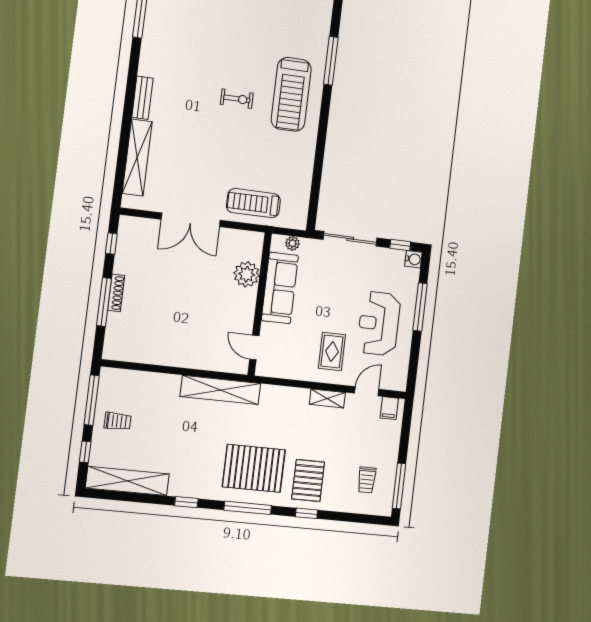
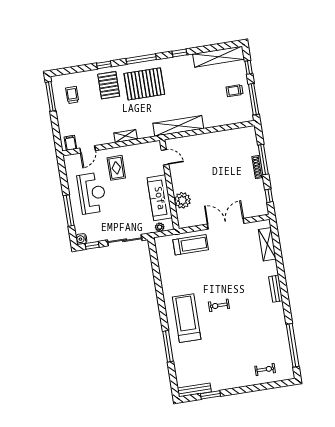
shelving: (137, 158) -> (267, 244), width x0.68
shelving: (327, 398) -> (126, 136), moved

